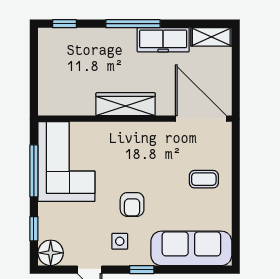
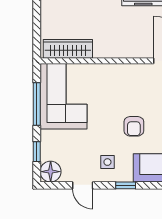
wardrobe: (126, 104) -> (68, 49), moved
armchair: (132, 204) -> (134, 126), moved

